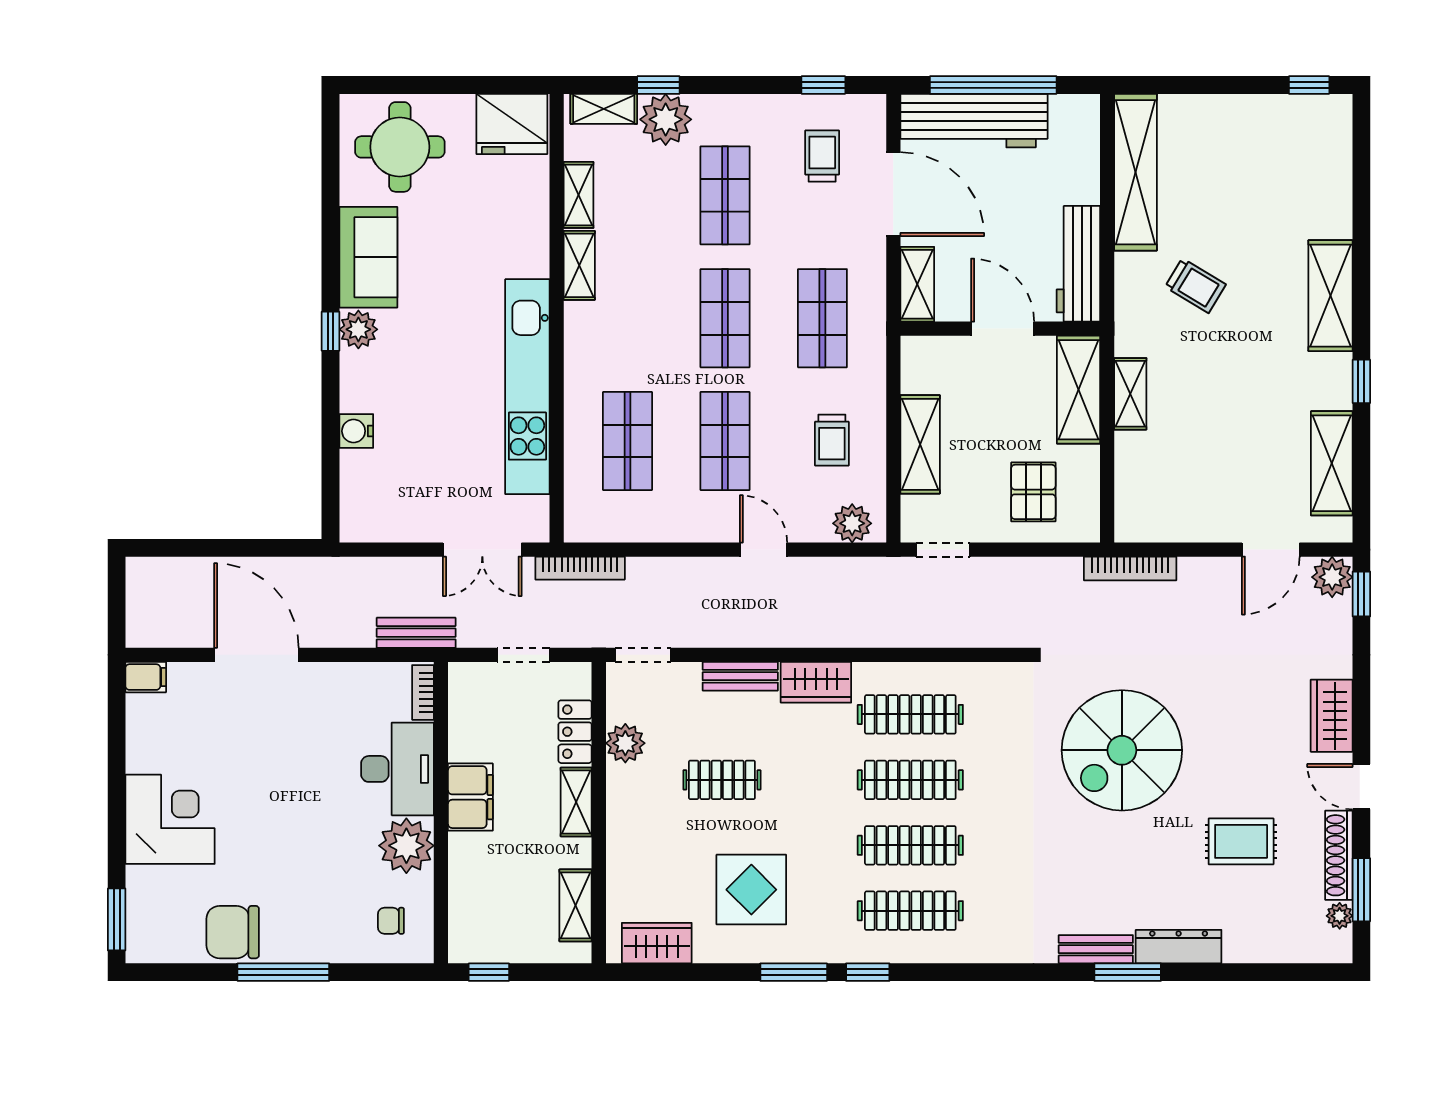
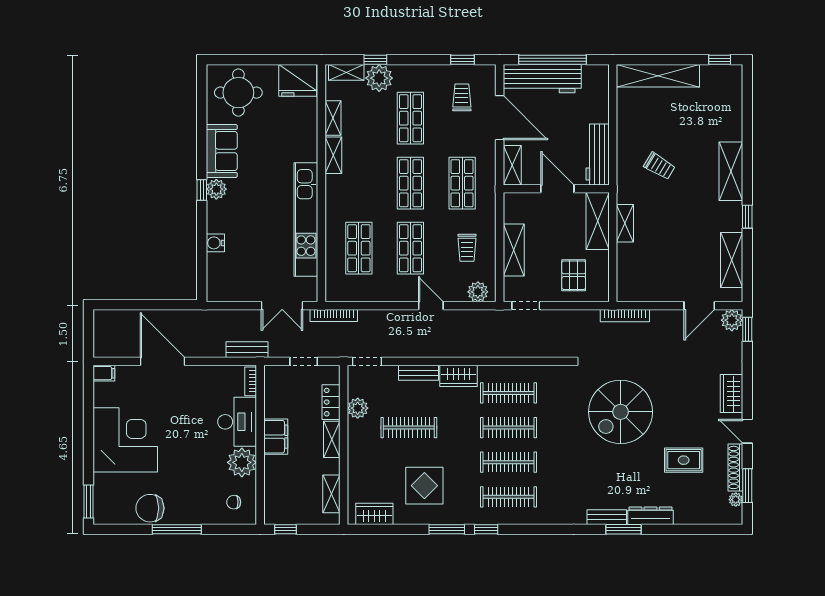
shelving: (1136, 172) -> (658, 76), moved, turned 90
clothes rail: (722, 780) -> (409, 428), width x1.36
corner desk: (170, 819) -> (125, 440), width x1.36, depth x1.36

